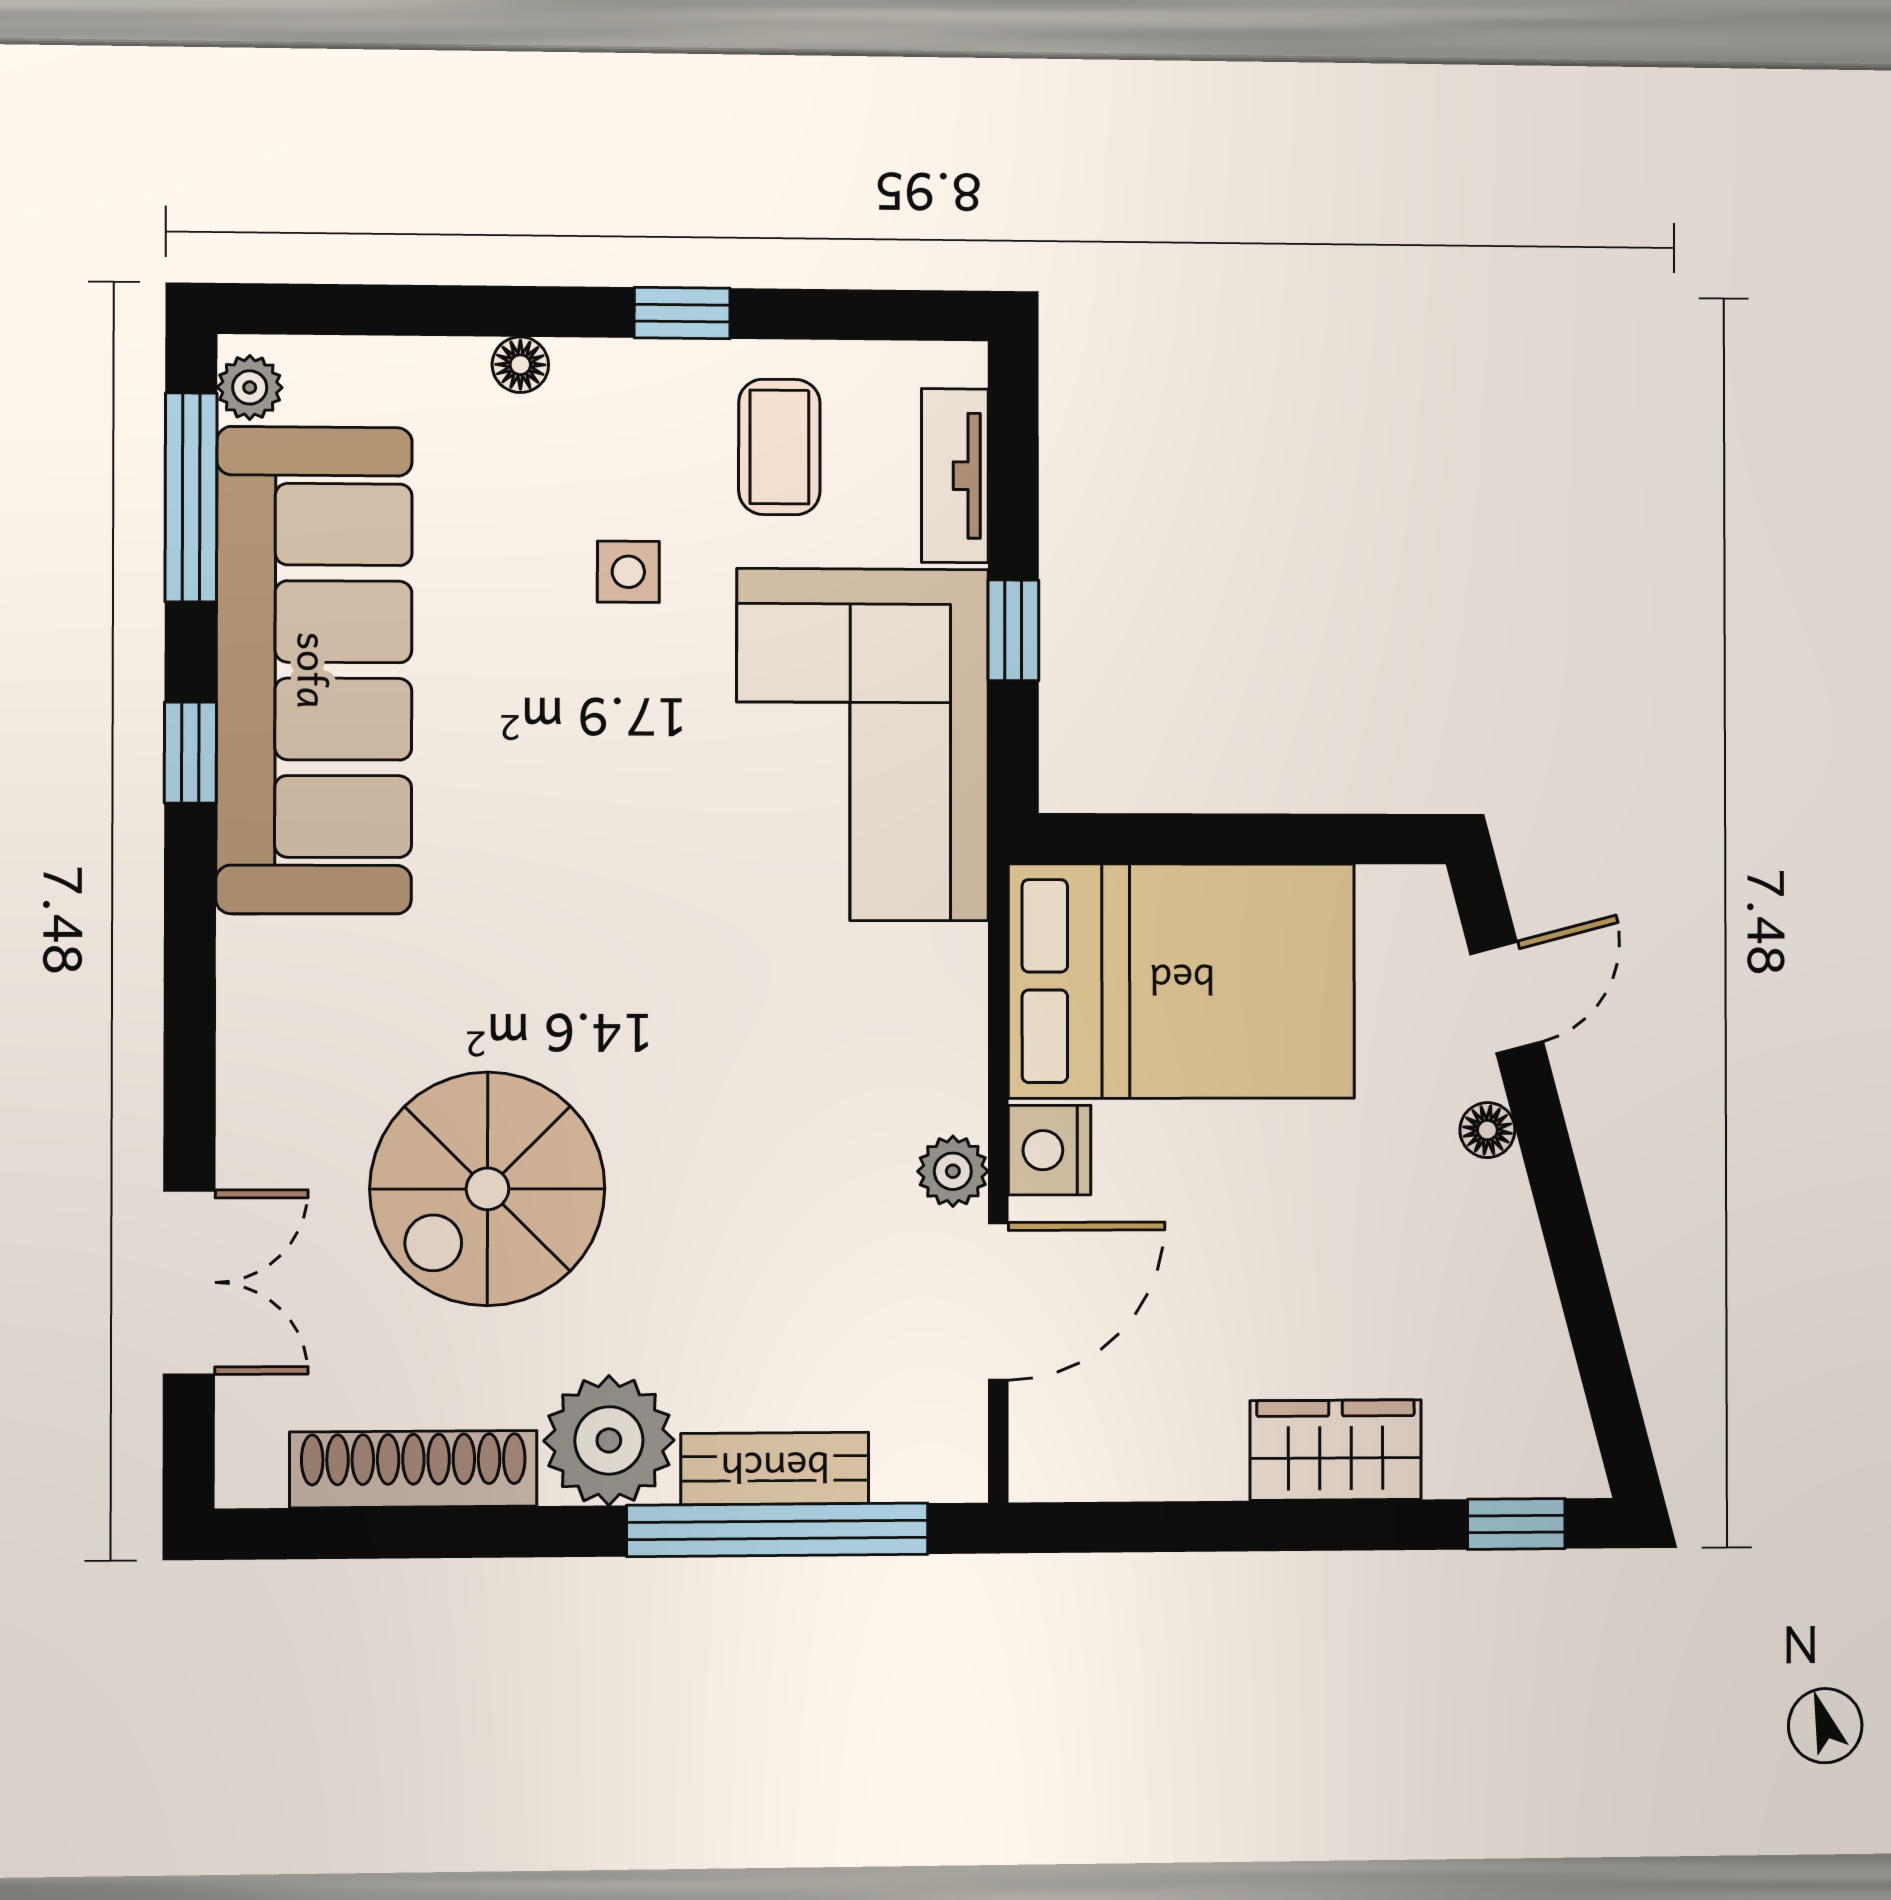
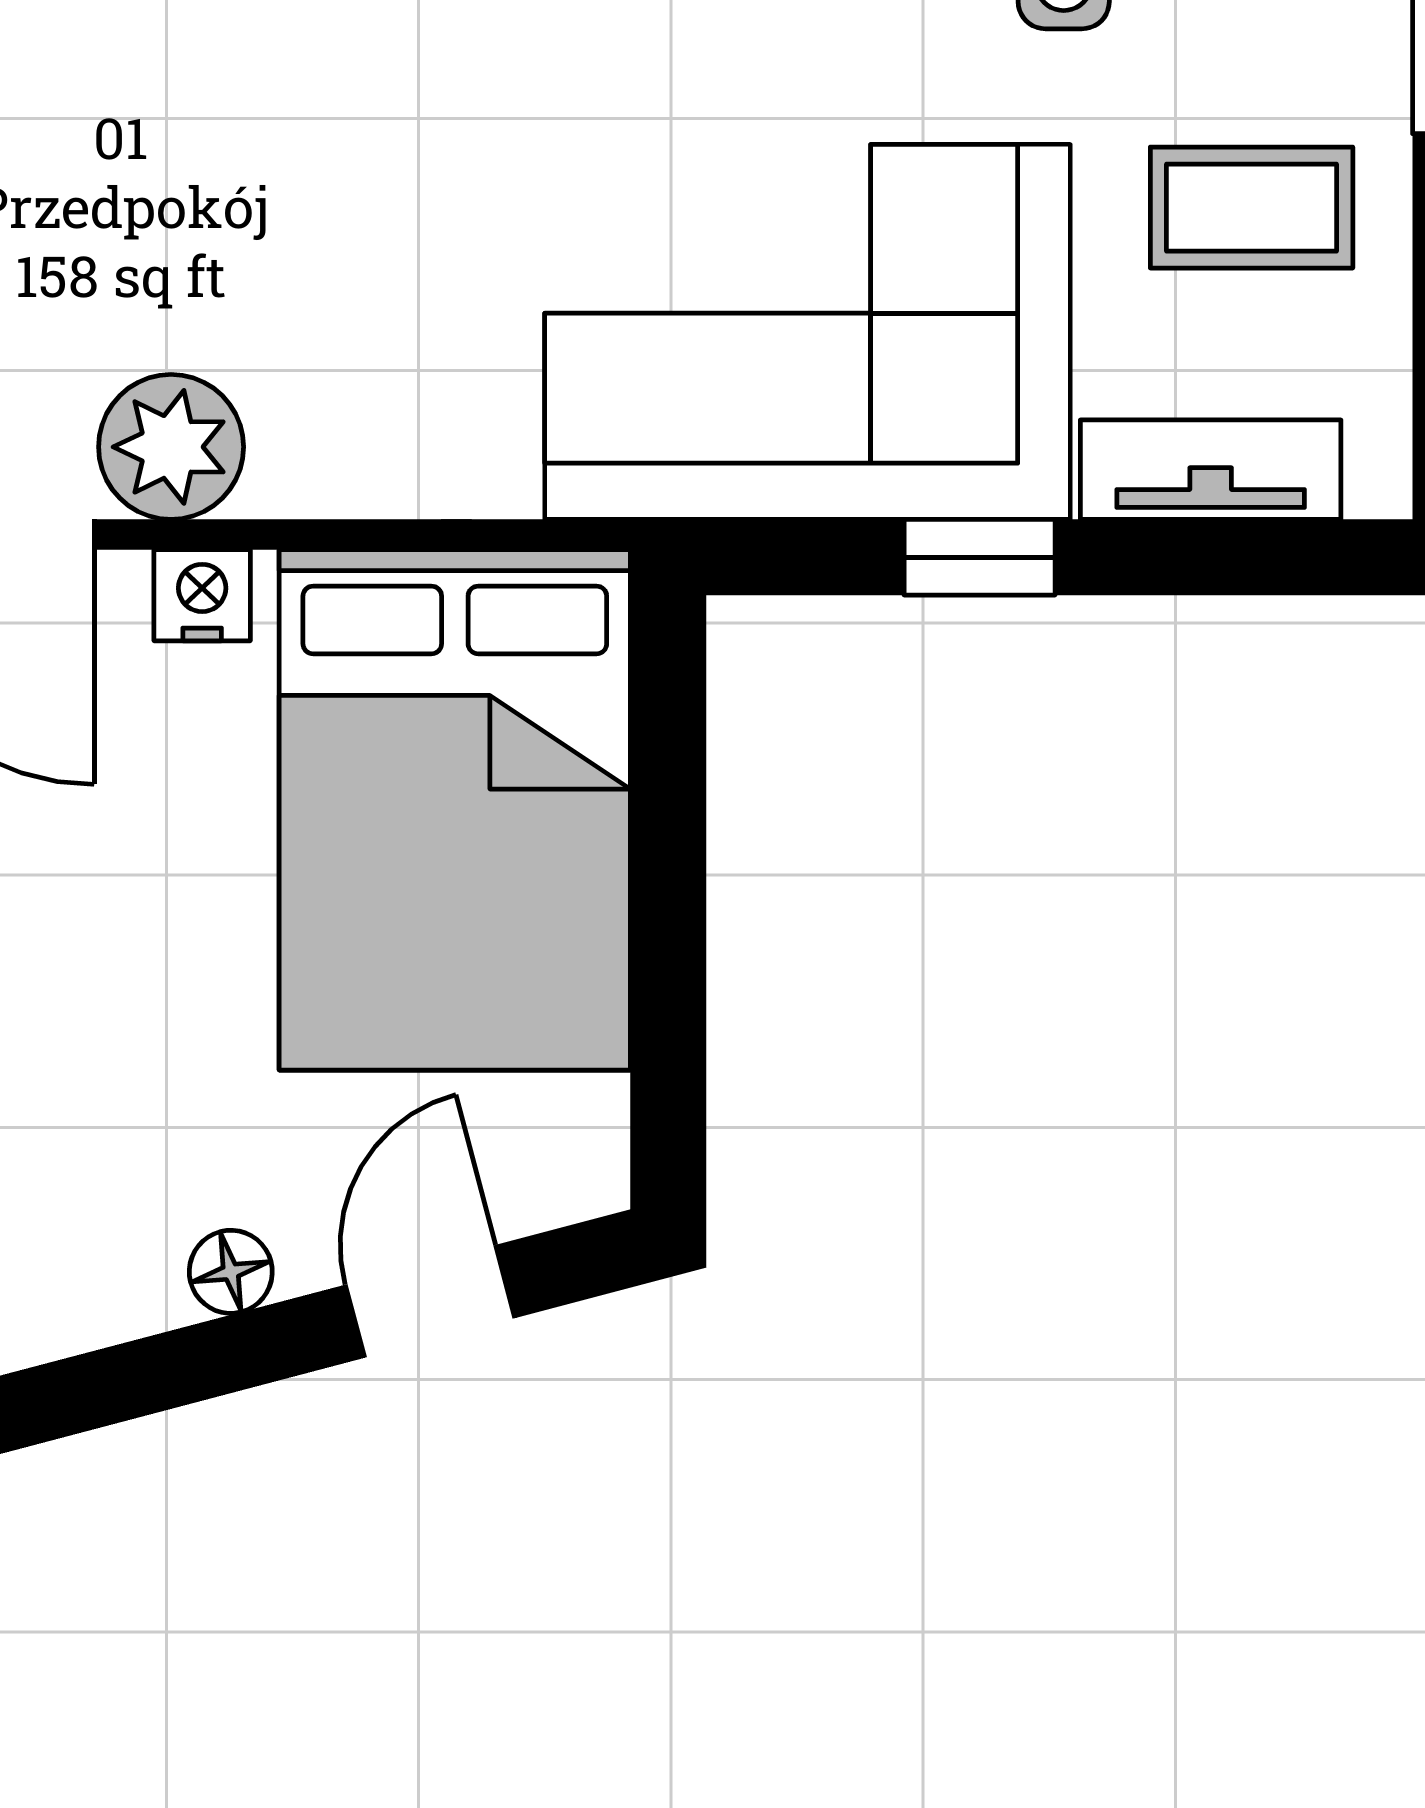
door: (1507, 998) -> (430, 1301), swing flipped
nightstand: (1050, 1150) -> (202, 595), width x0.72, depth x0.74
plant: (953, 1171) -> (171, 447), width x1.38, depth x1.38

